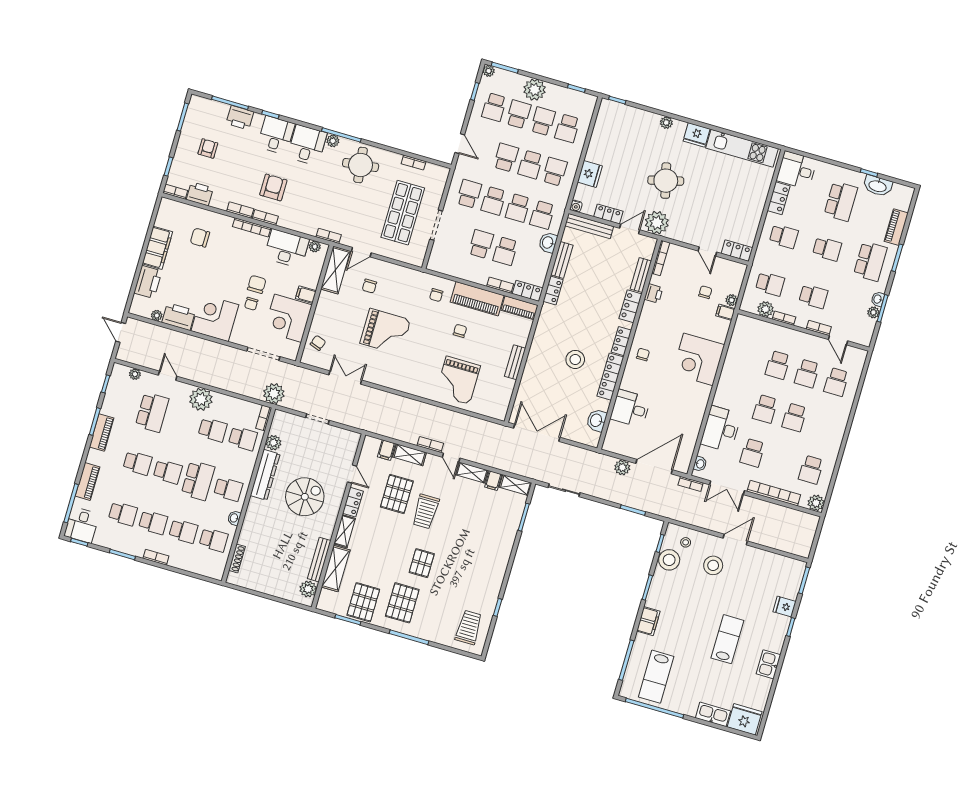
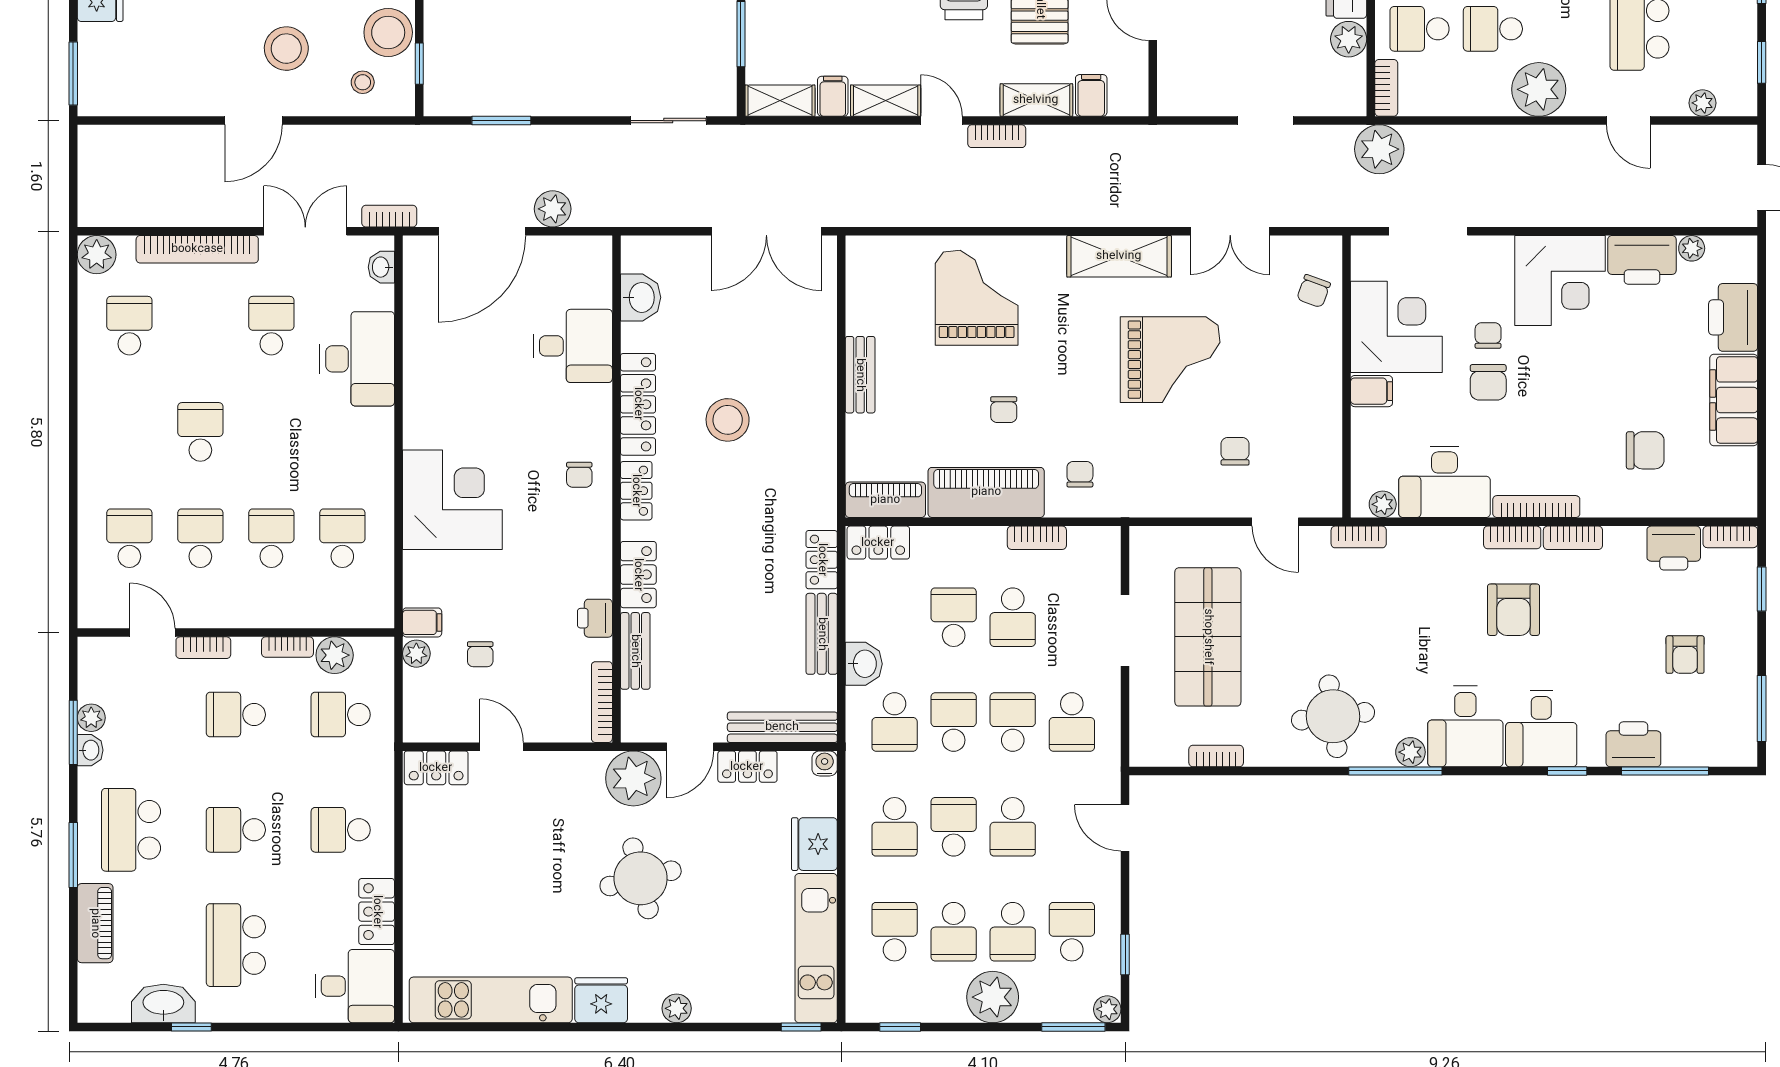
kitchen unit: (602, 131) -> (816, 948), added
school desk: (542, 215) -> (895, 722), turned 180
door: (361, 252) -> (1275, 522), swing flipped
shelving: (335, 270) -> (1119, 256), moved, turned 90
bookcase: (500, 285) -> (1037, 538), moved
grand piano: (385, 332) -> (1170, 360), turned 180
school desk: (765, 409) -> (342, 538), moved

